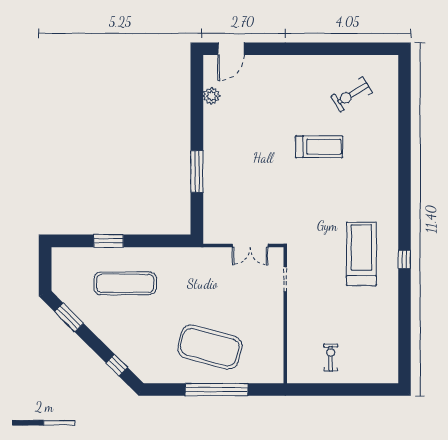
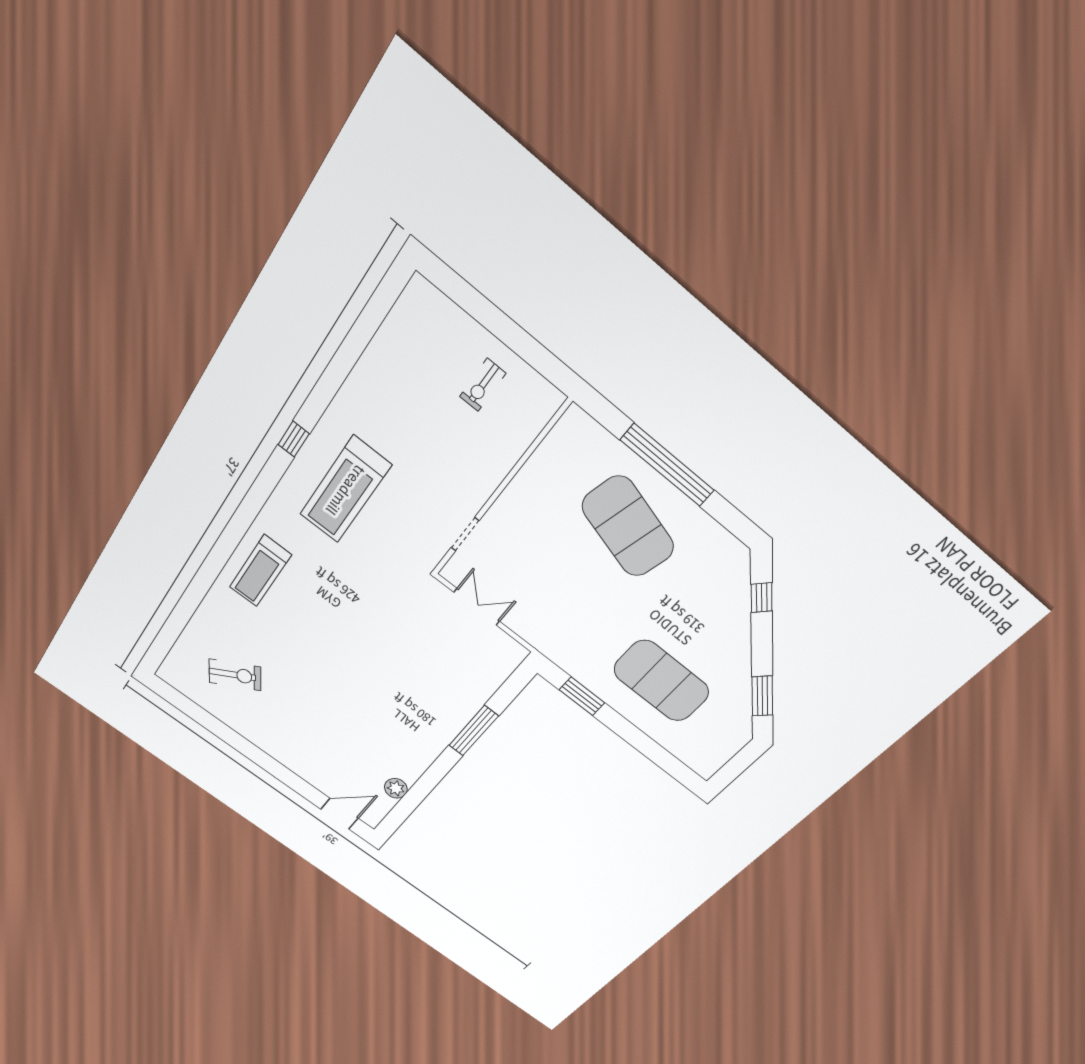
treadmill: (319, 147) -> (260, 571), moved, turned -90
window: (109, 241) -> (582, 696), moved
exercise mat: (125, 283) -> (661, 681), width x1.47

